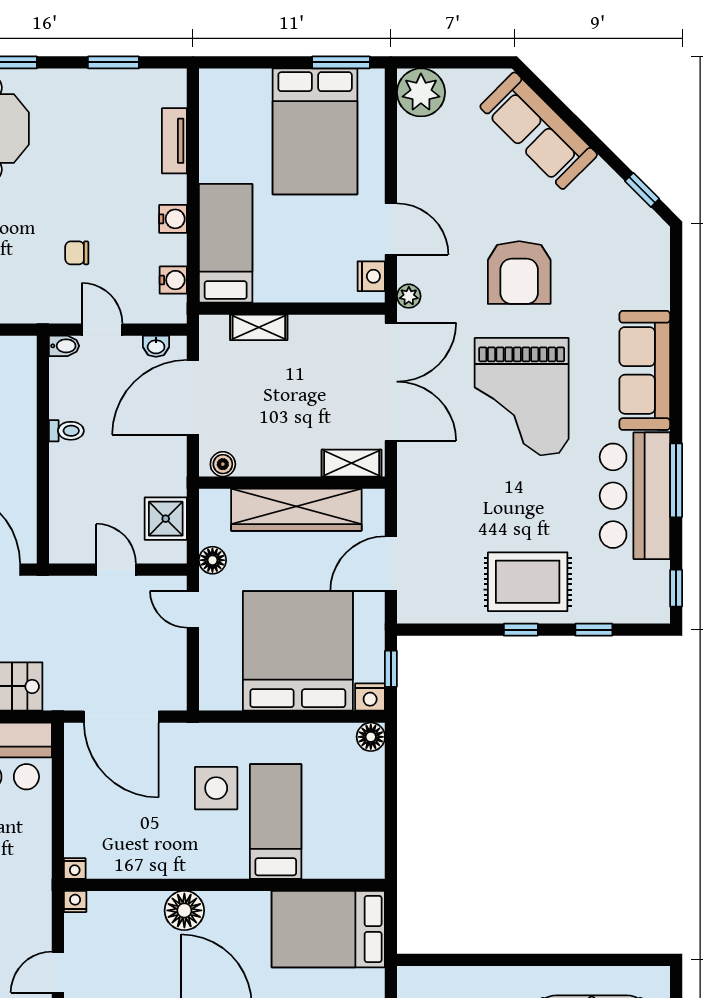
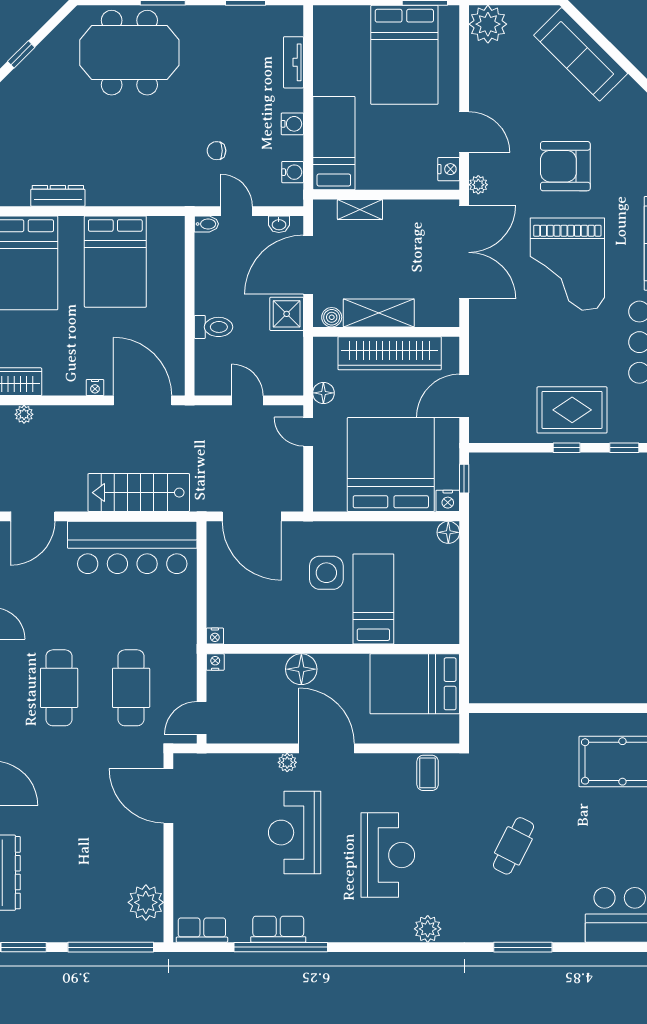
armchair: (519, 273) -> (565, 166), turned 90
toilet: (66, 431) -> (214, 327), moved, width x1.37, depth x1.39
shelving: (352, 463) -> (379, 313), moved, width x1.50, depth x1.33
shower: (166, 519) -> (287, 314), moved

